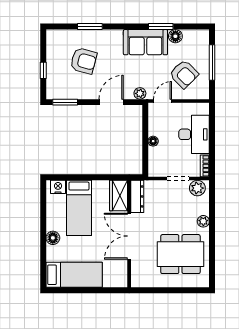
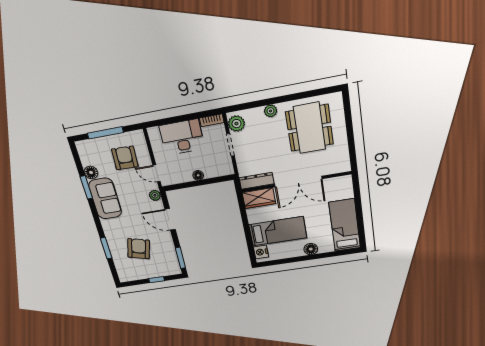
armchair: (184, 74) -> (125, 158), turned -43

